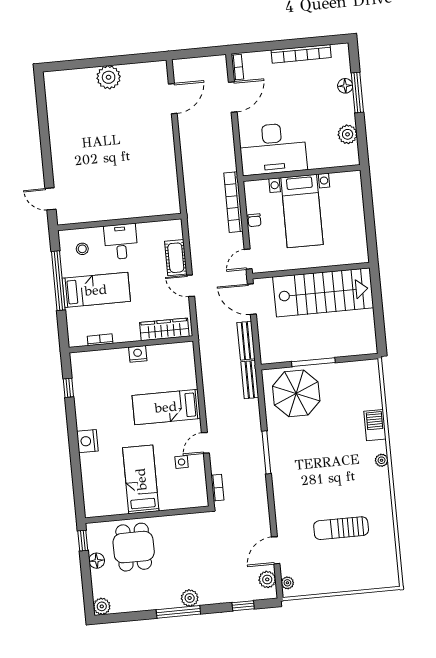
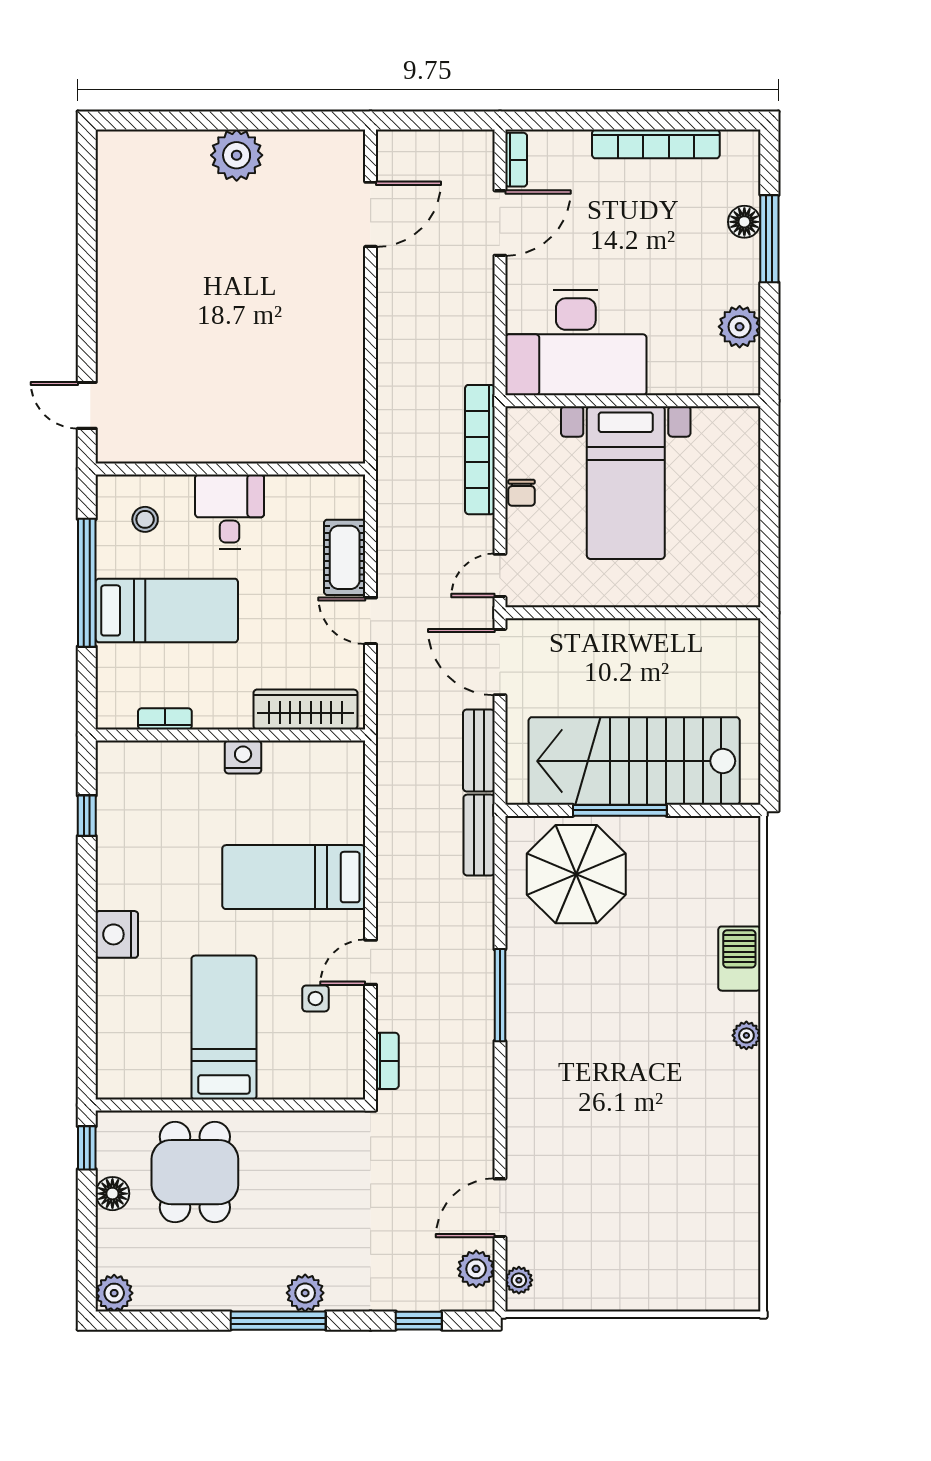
stairs: (323, 292) -> (634, 761), moved, turned 180
sun lounger: (341, 528) -> (645, 1173), removed

